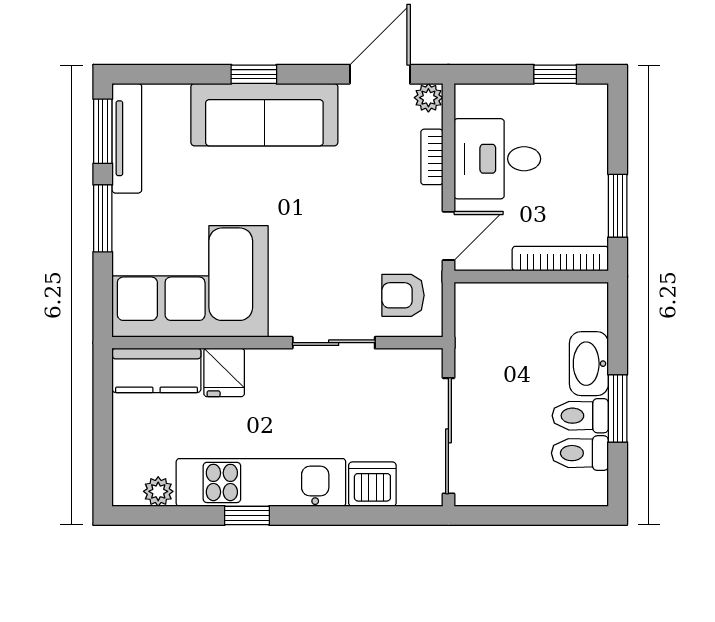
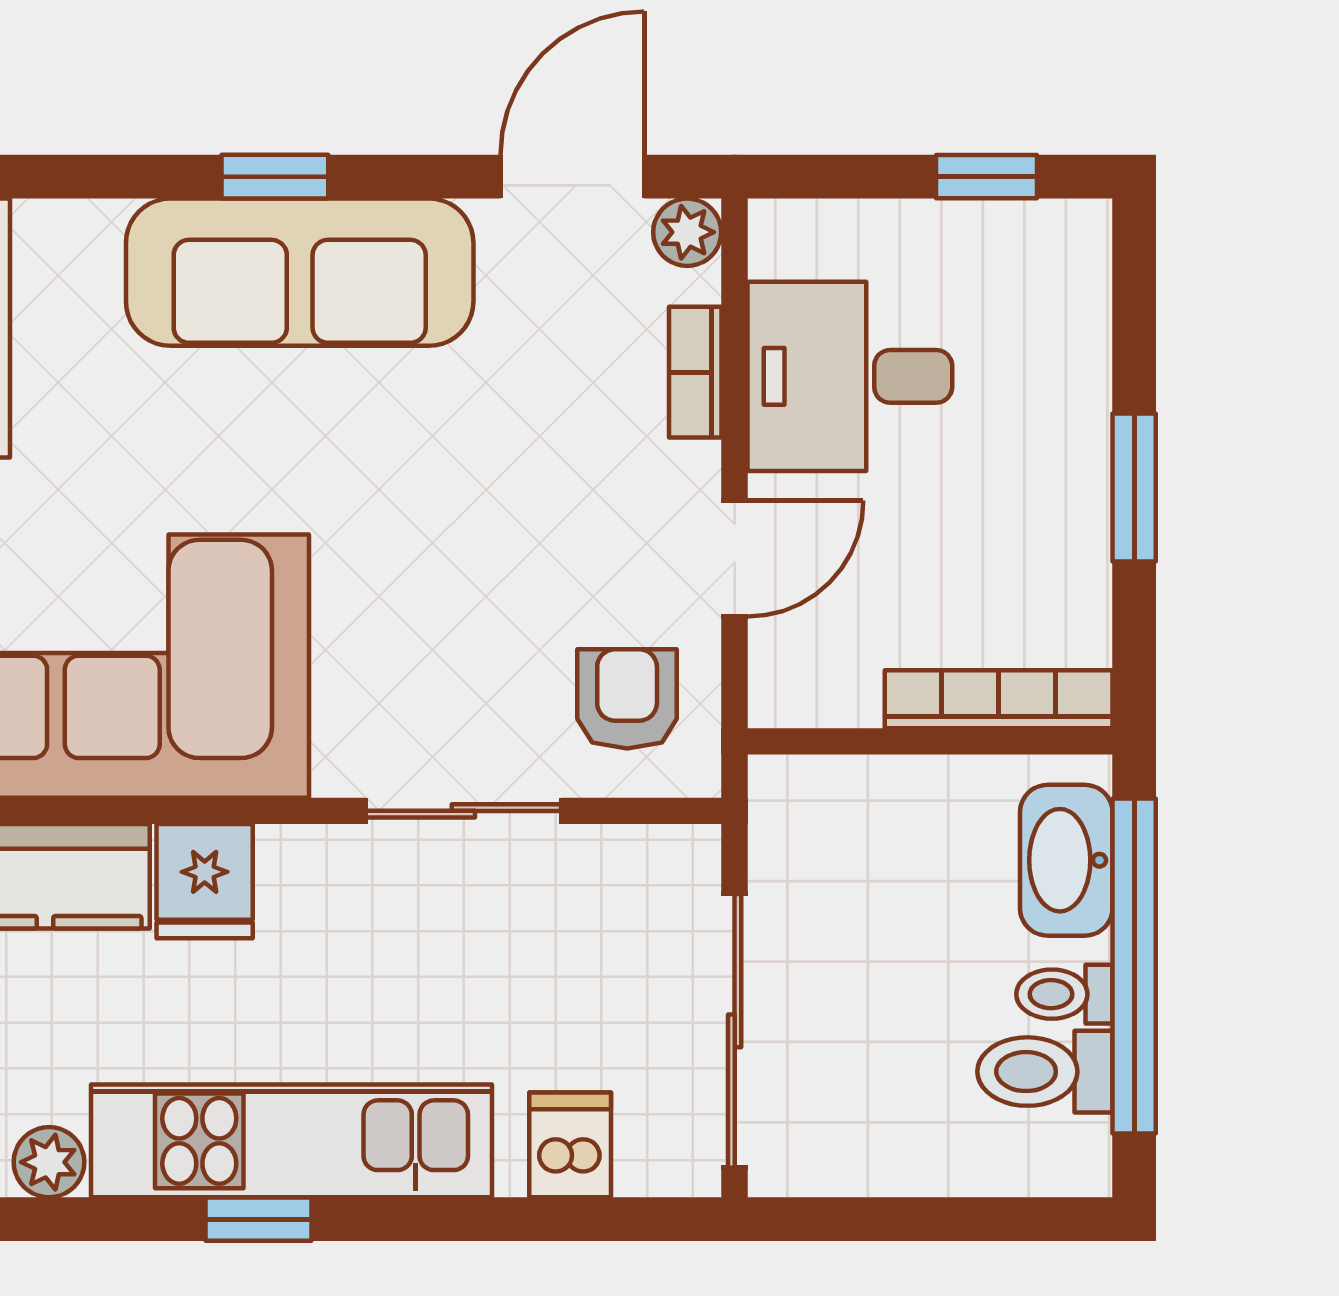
bookcase: (560, 259) -> (999, 699), moved
wall: (531, 276) -> (930, 741), moved
armchair: (403, 295) -> (627, 699), turned 90
window: (618, 408) -> (1134, 966), width x2.11
toilet: (580, 416) -> (1064, 994), width x0.73, depth x0.72
dishwasher: (372, 484) -> (570, 1145), width x0.73

